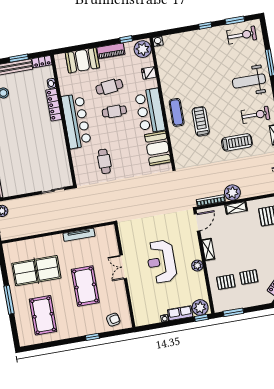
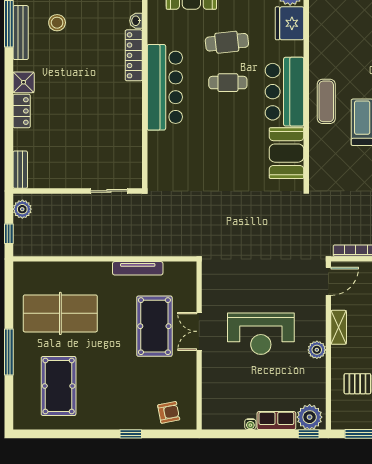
fridge: (149, 73) -> (290, 23), width x1.88, depth x1.34
cafe table: (104, 161) -> (198, 159), removed
reception desk: (161, 262) -> (261, 334), turned -90
pool table: (85, 286) -> (154, 326), moved

